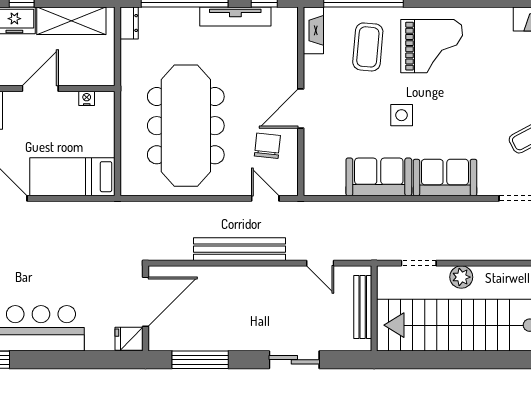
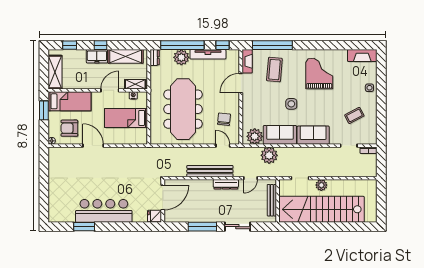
plant: (182, 23) -> (181, 57), added
grand piano: (432, 46) -> (319, 73), moved, turned -90
shelving: (91, 76) -> (135, 84), added
door: (301, 109) -> (241, 83), moved
bed: (72, 177) -> (126, 118), moved
plant: (328, 180) -> (255, 136), added
plant: (357, 218) -> (269, 155), added
door: (320, 263) -> (250, 178), hinge flipped
dresser: (271, 275) -> (226, 184), added
window: (200, 360) -> (202, 227), moved

